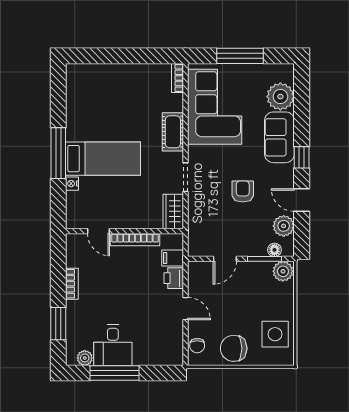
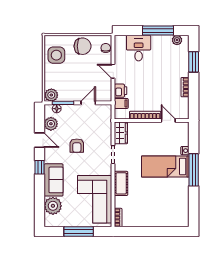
desk: (113, 345) -> (139, 48), moved

